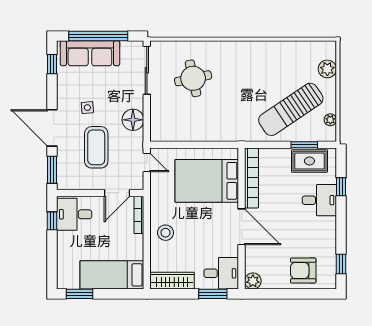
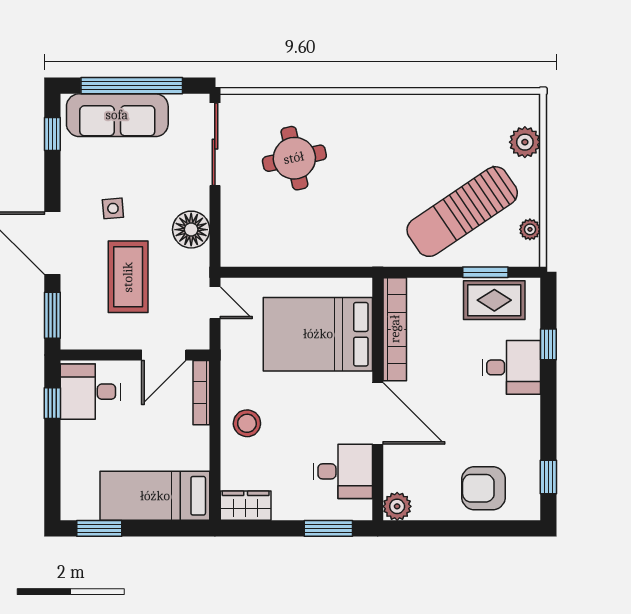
desk: (221, 273) -> (343, 471), moved
wardrobe: (172, 281) -> (246, 506), width x0.67

